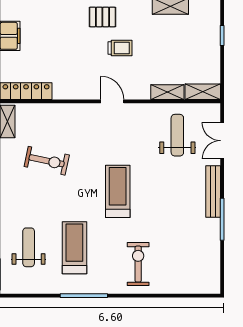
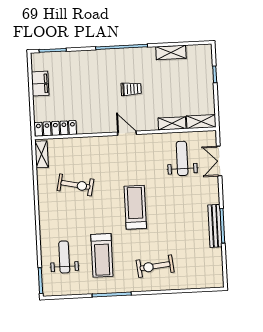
pallet: (102, 17) -> (115, 64), removed
bench: (213, 191) -> (215, 226), moved
treadmill: (74, 248) -> (102, 255), turned 180
exercise bike: (138, 264) -> (155, 266), turned -96

